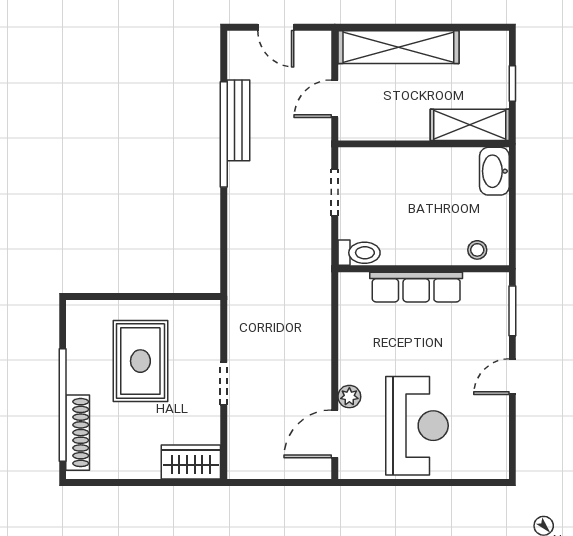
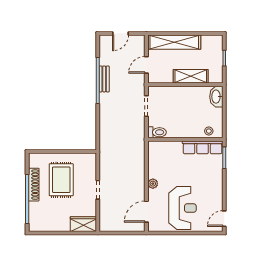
door: (276, 27) -> (121, 33), hinge flipped
bench: (238, 120) -> (104, 79), width x0.73
shelving: (470, 125) -> (191, 76), moved
row of seats: (416, 287) -> (203, 147), moved
door: (512, 377) -> (224, 219), moved
plant: (349, 397) -> (153, 184), moved
shoe rack: (78, 433) -> (34, 185), moved

